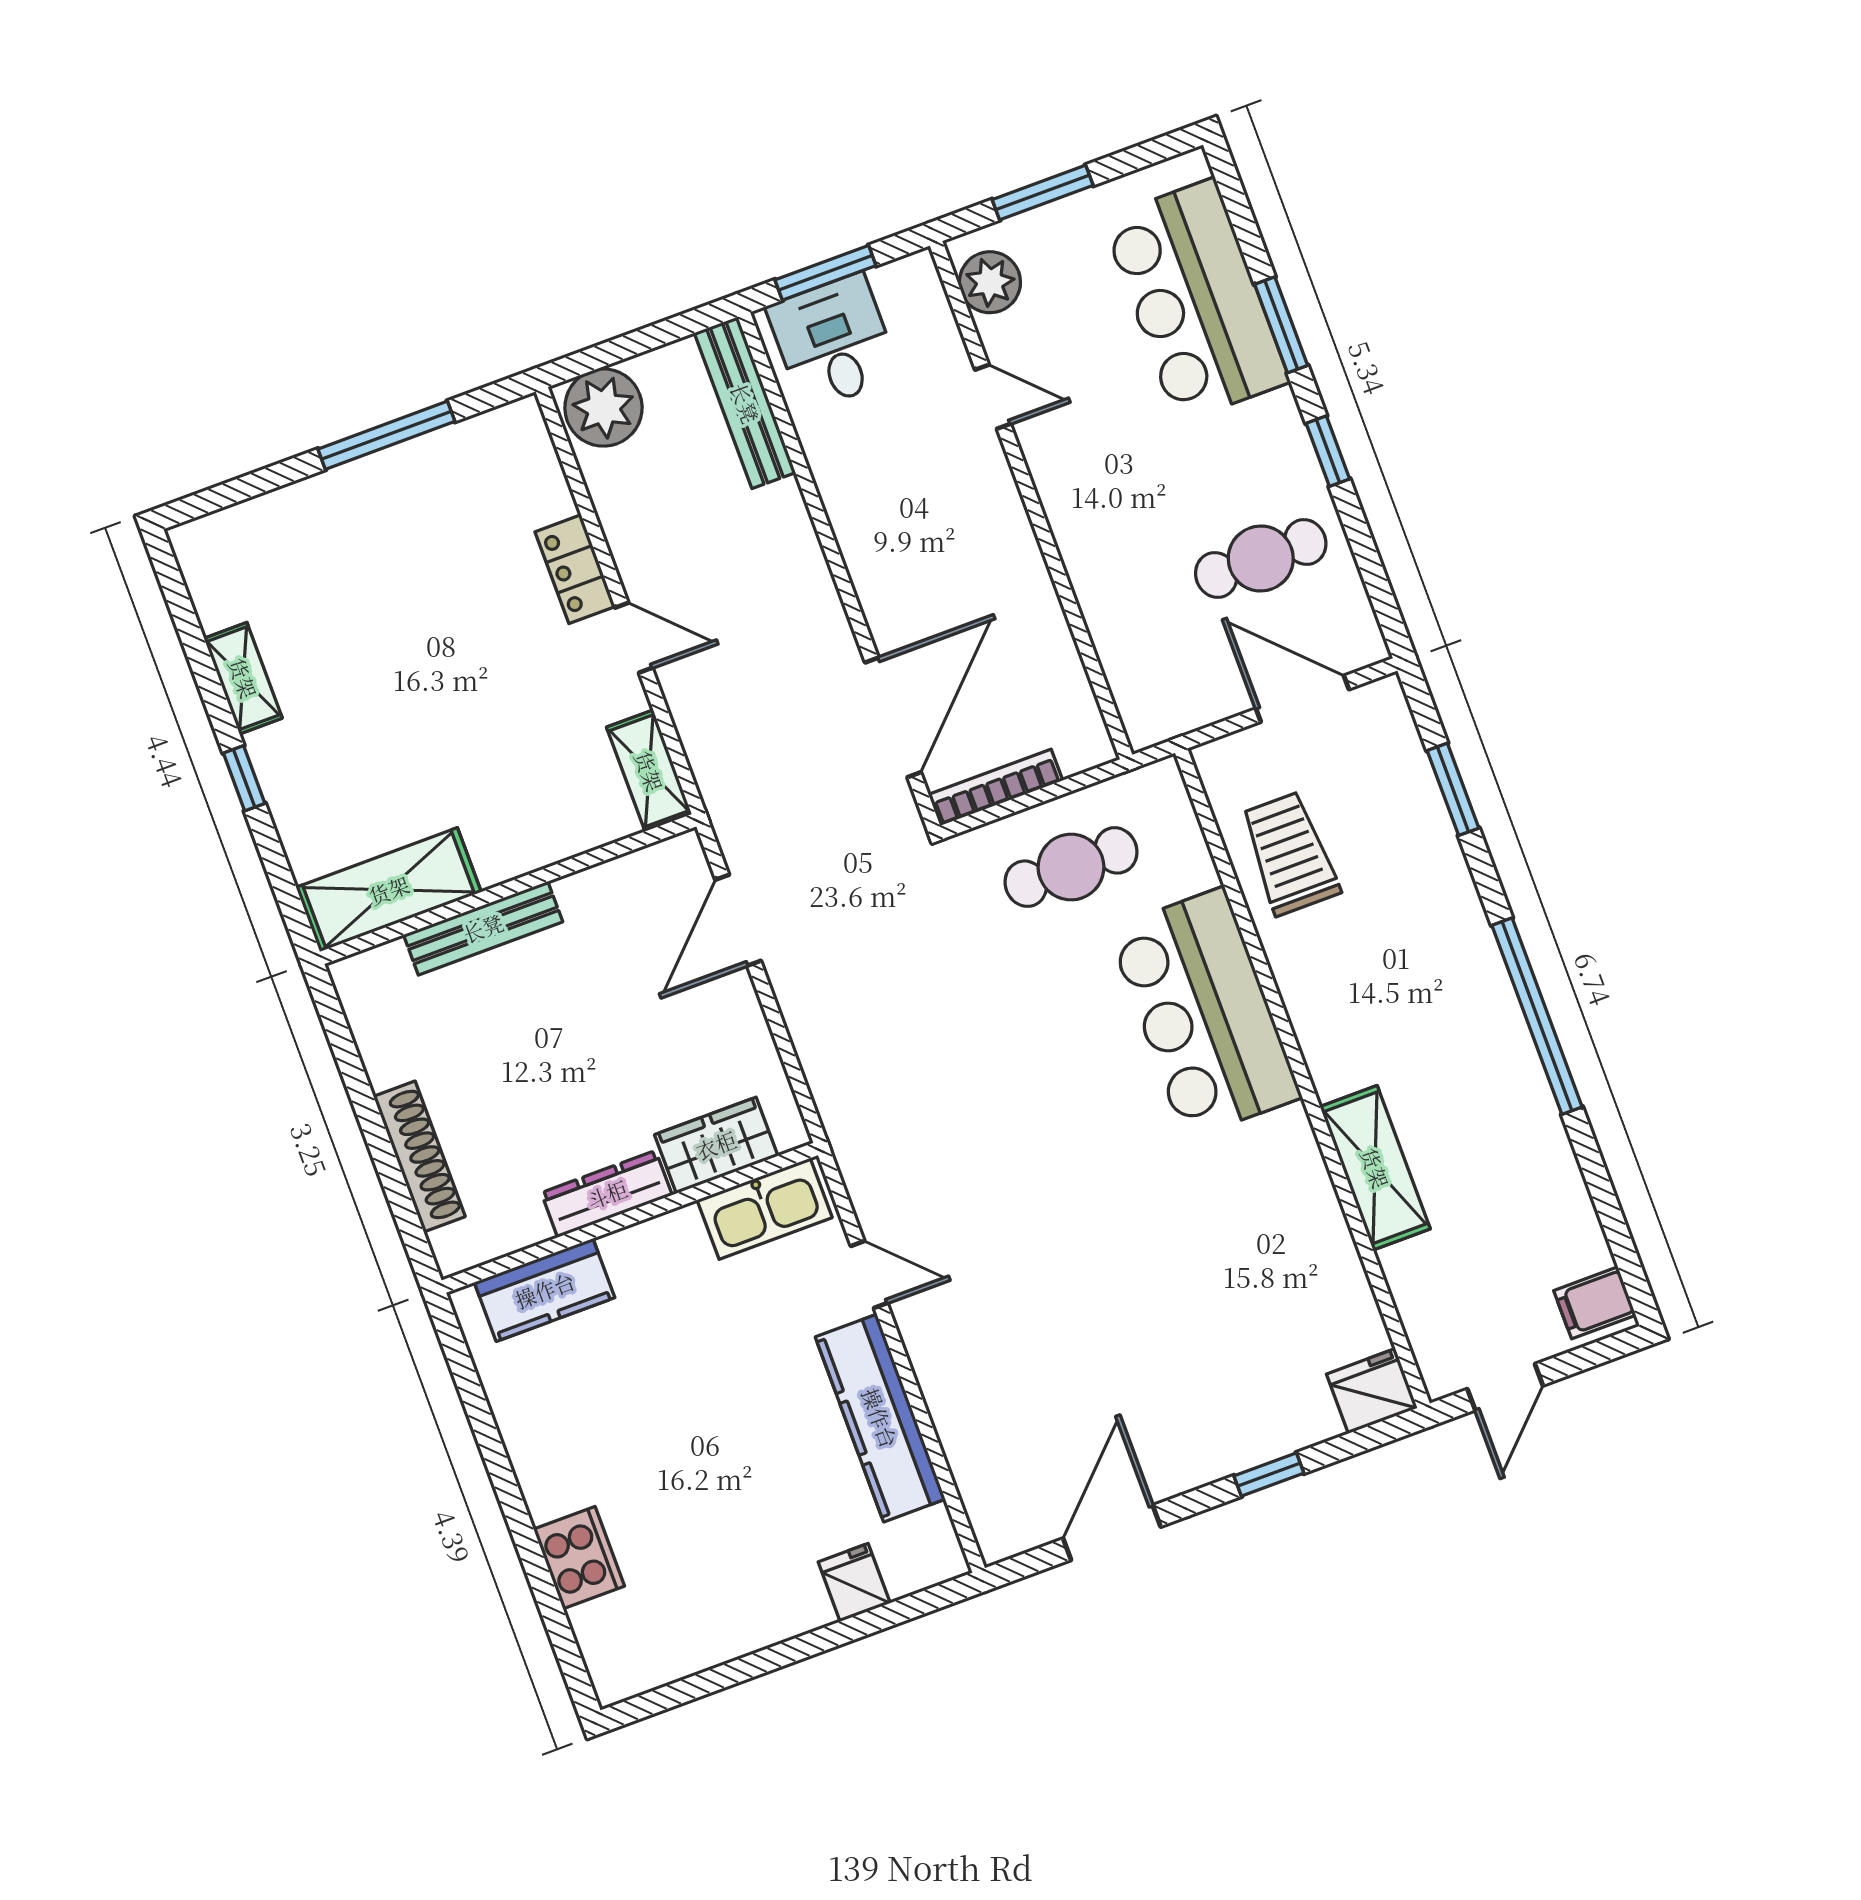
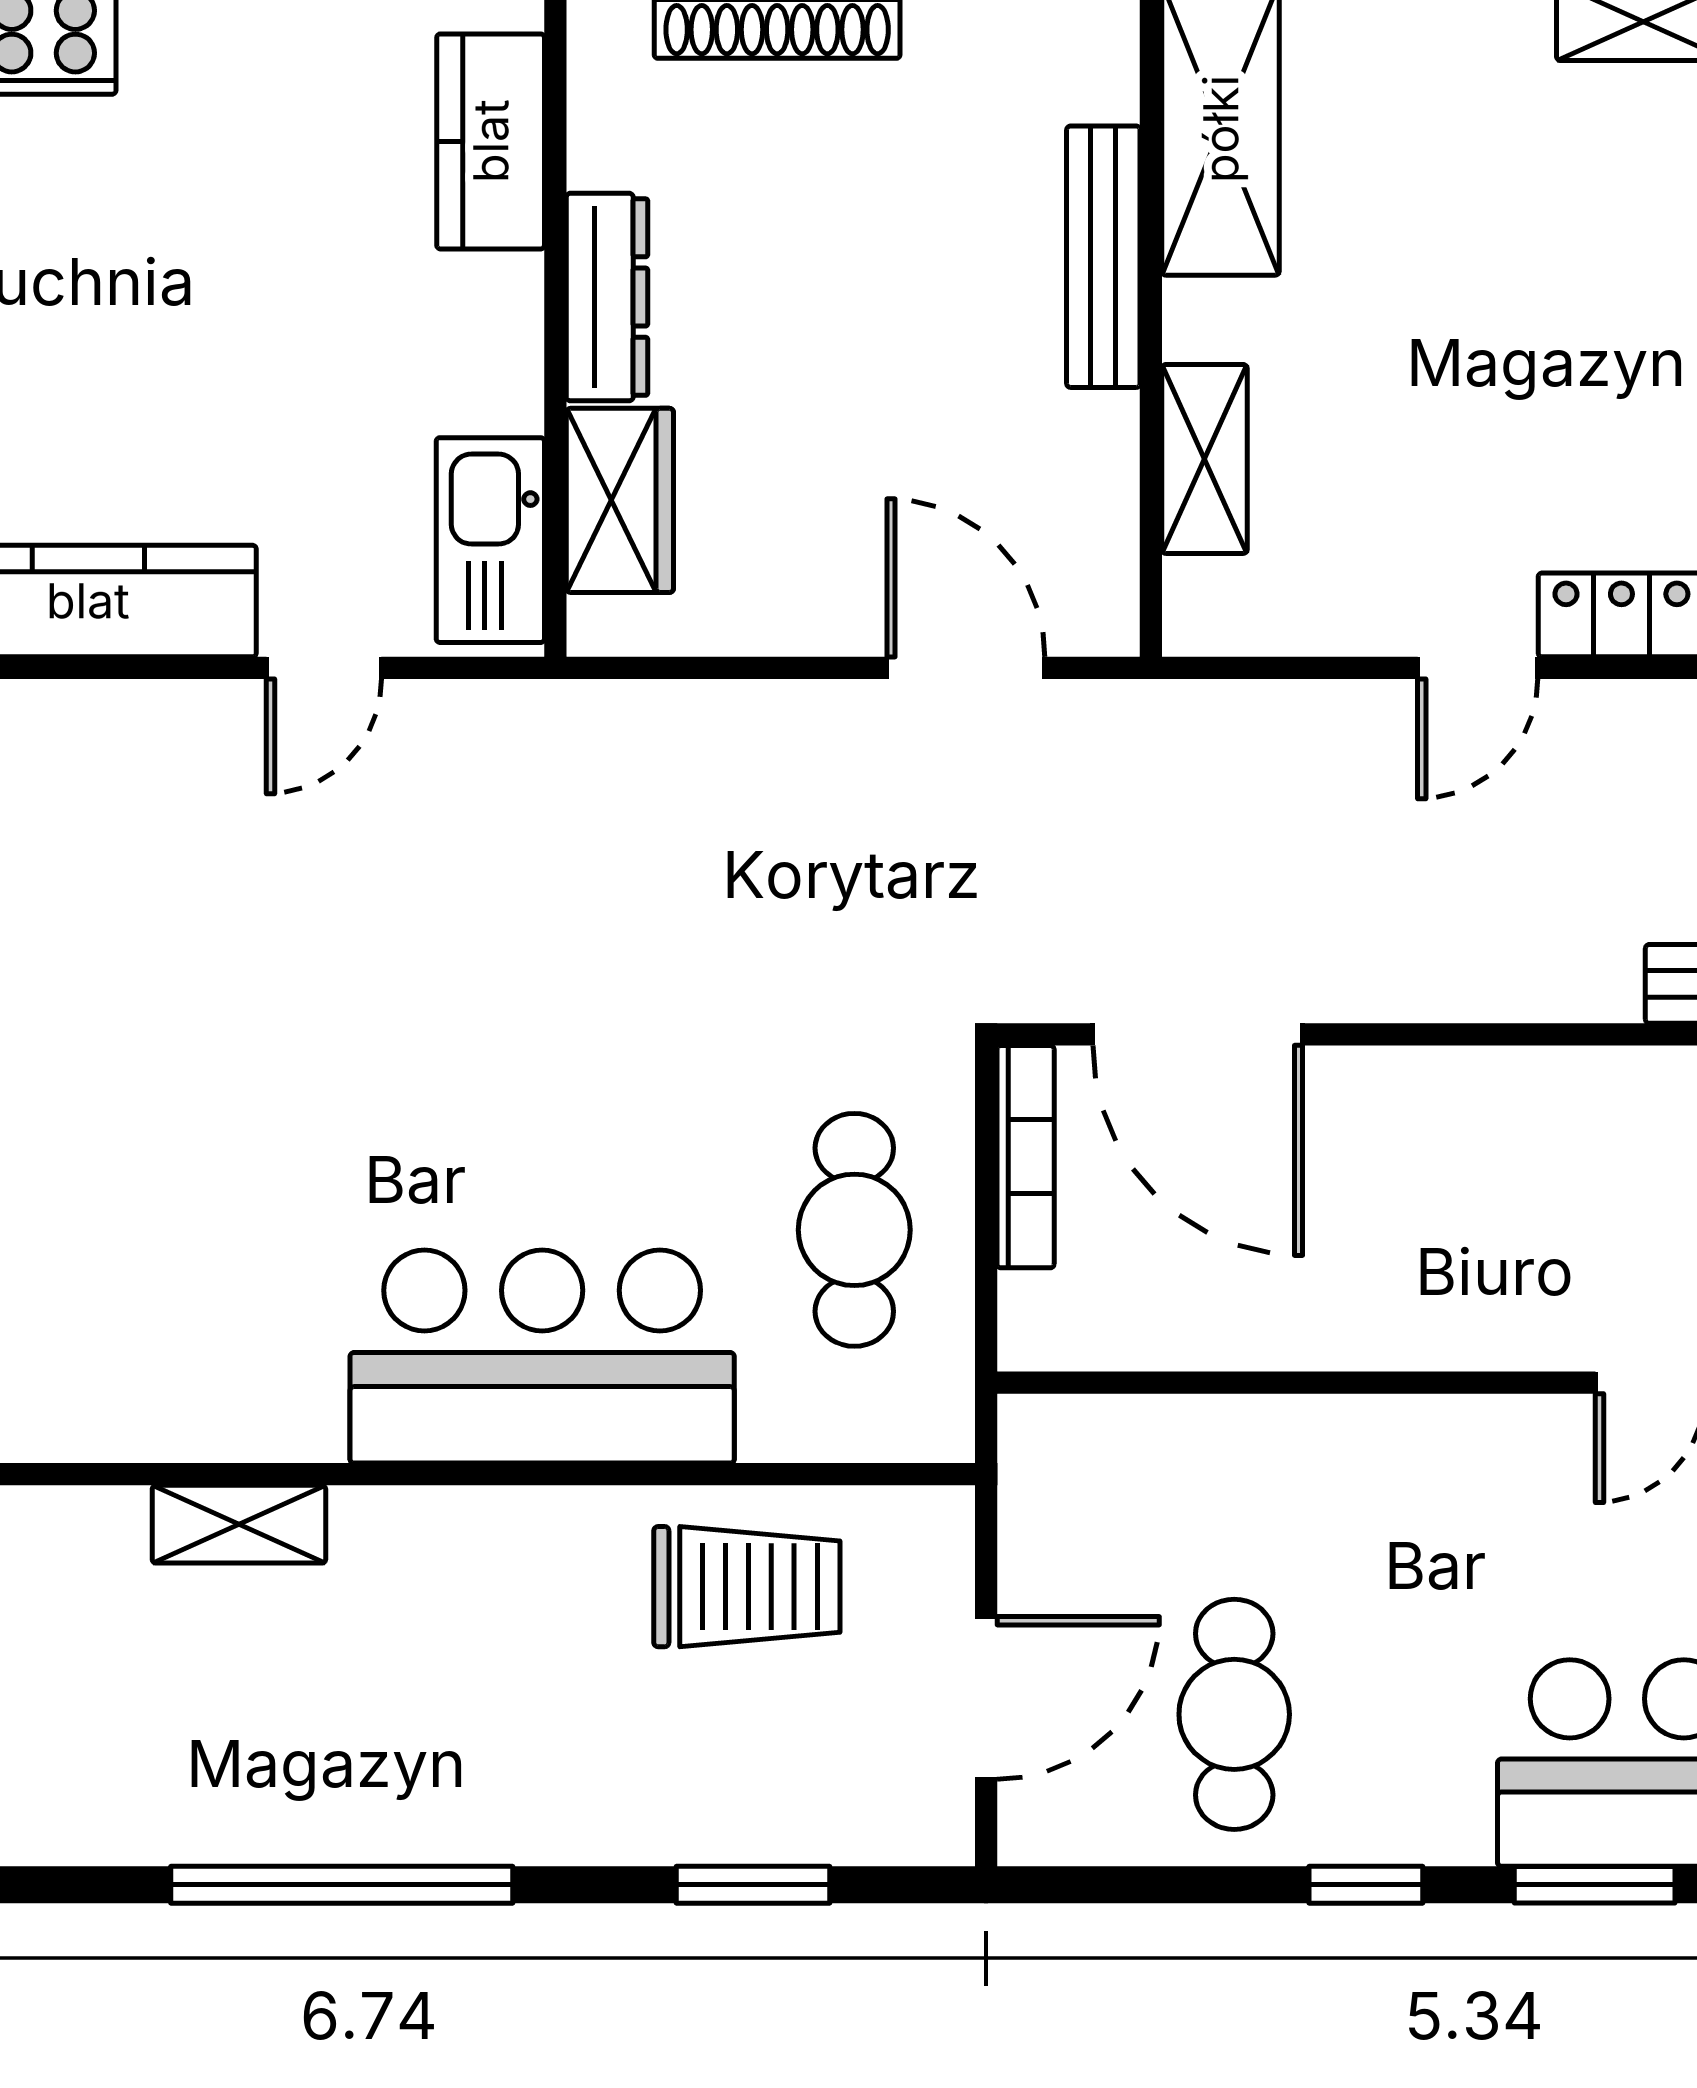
shelving: (649, 771) -> (1205, 459), moved, turned 90
shelving: (1375, 1168) -> (239, 1524), width x0.67, depth x0.75

